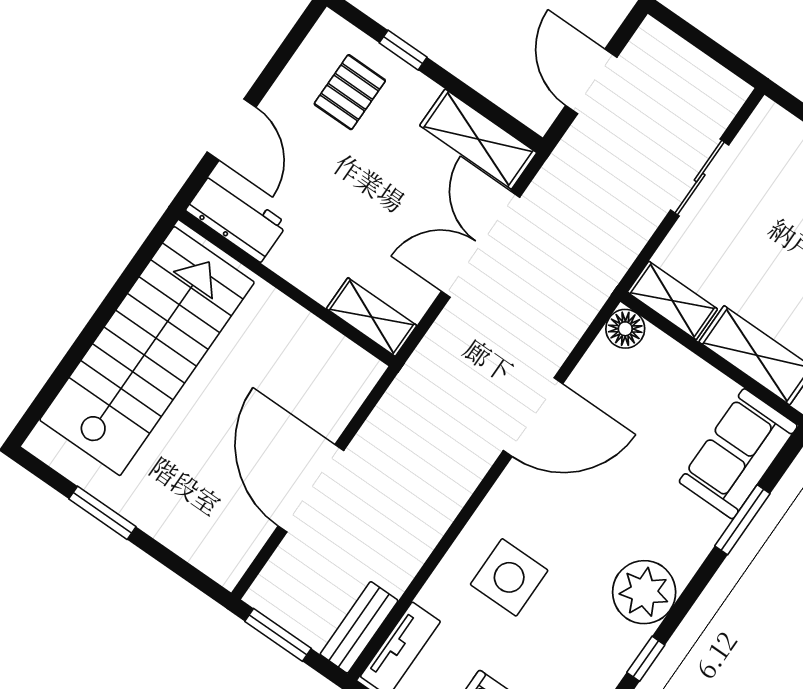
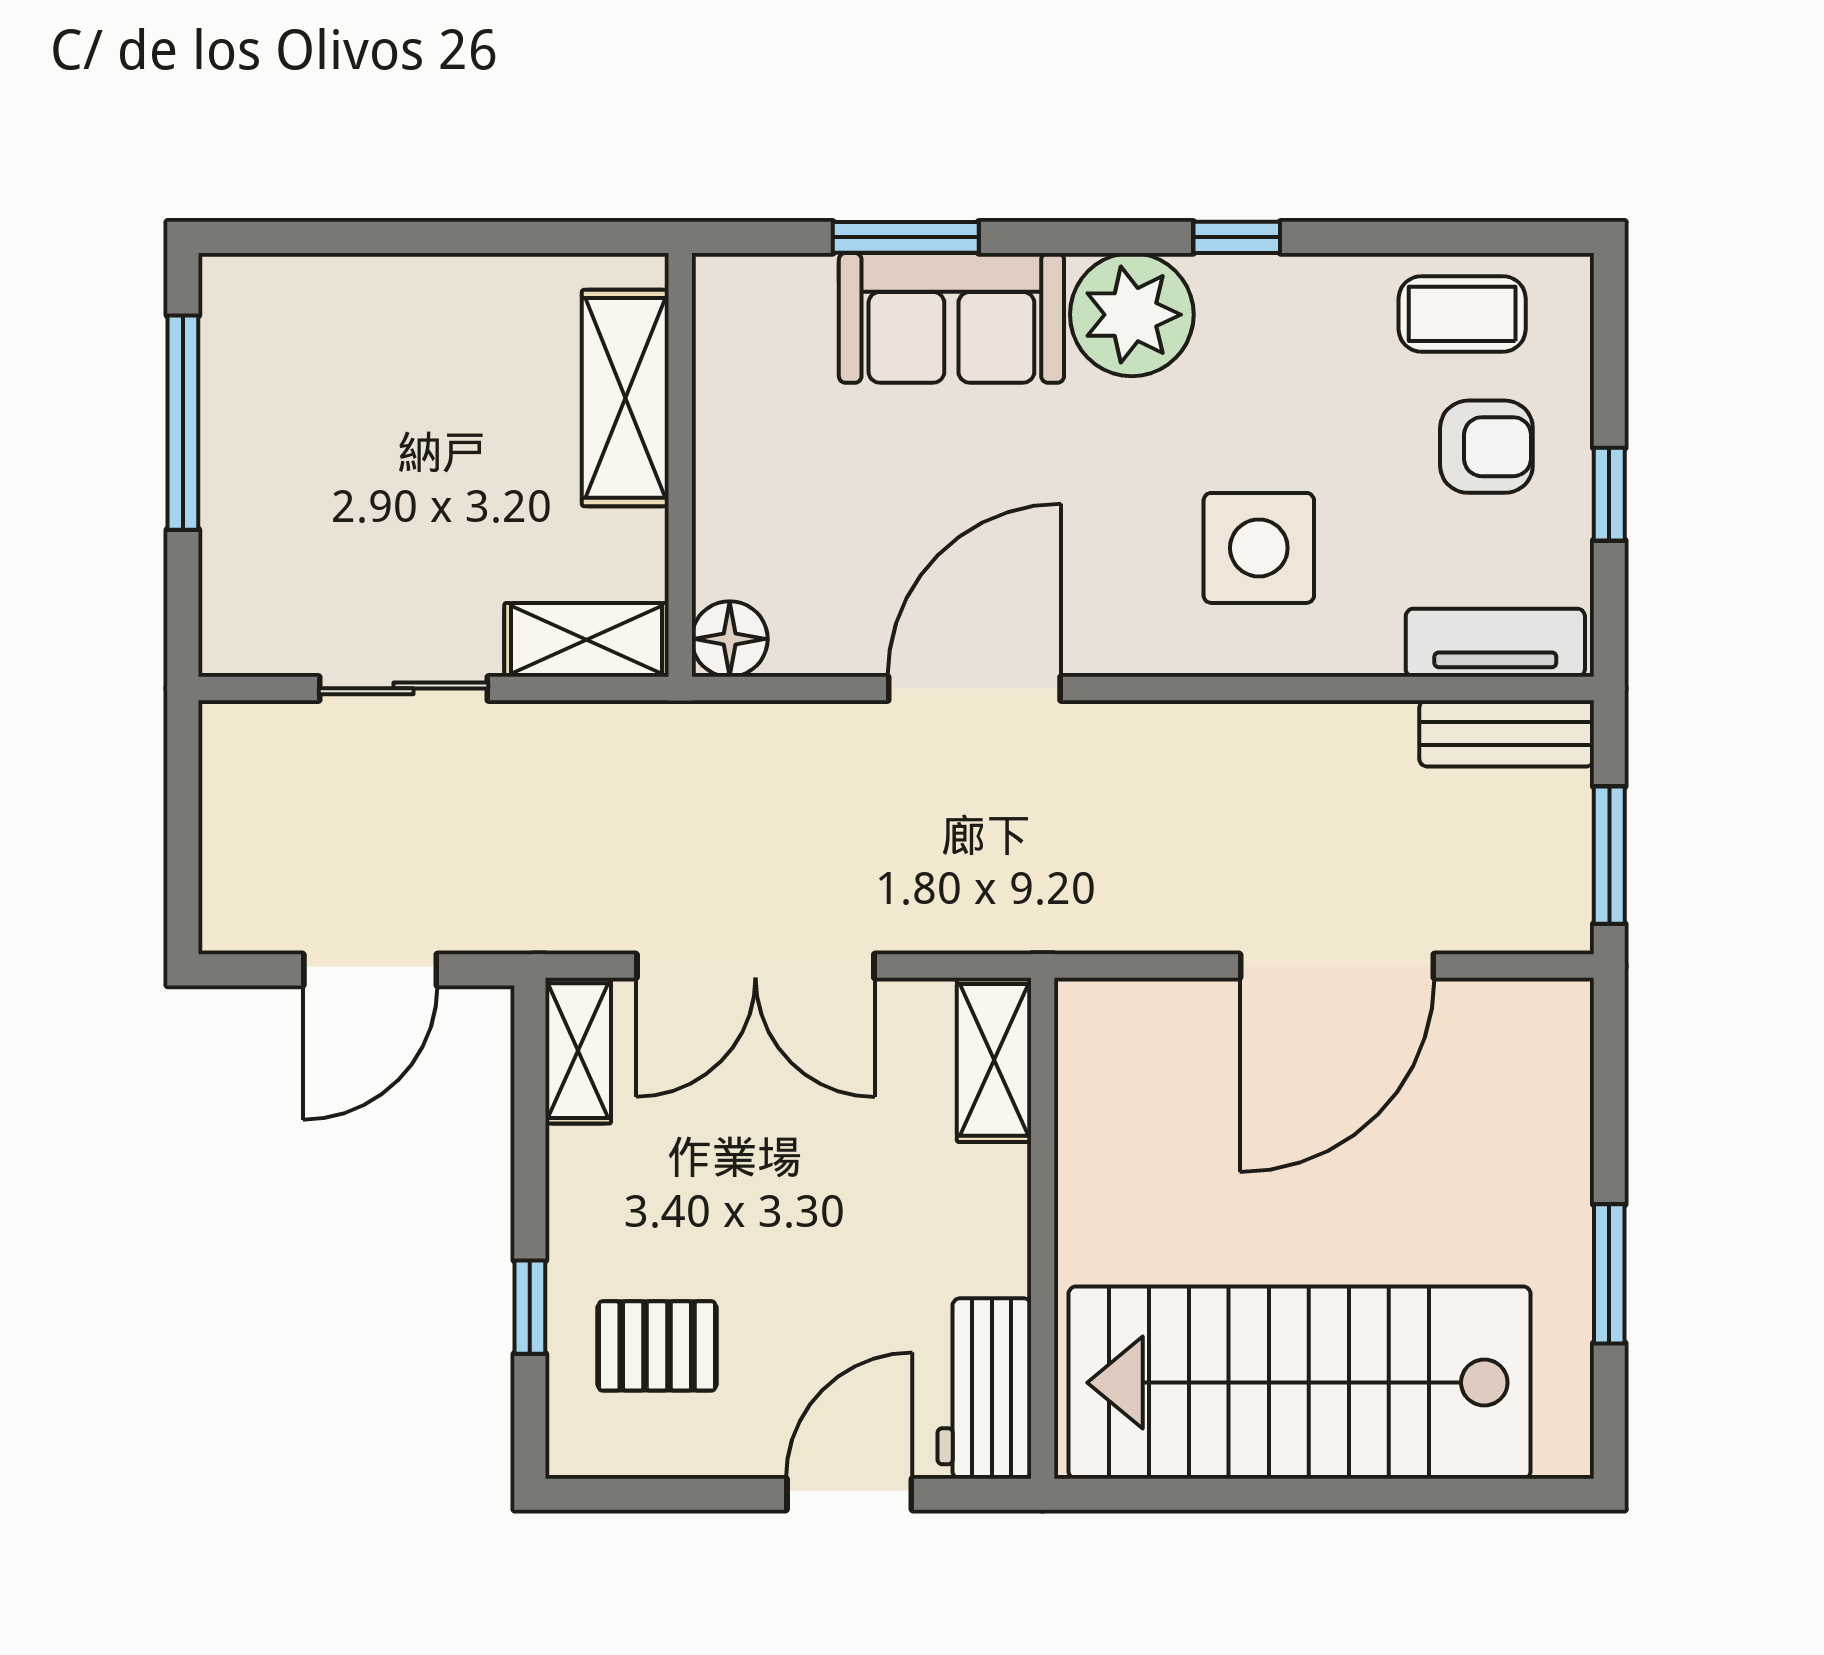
shelving: (478, 139) -> (578, 1051), width x0.67, depth x0.75
shelving: (672, 301) -> (586, 640), moved, turned 90
door: (533, 417) -> (974, 688), hinge flipped
sofa: (738, 454) -> (951, 318), moved

